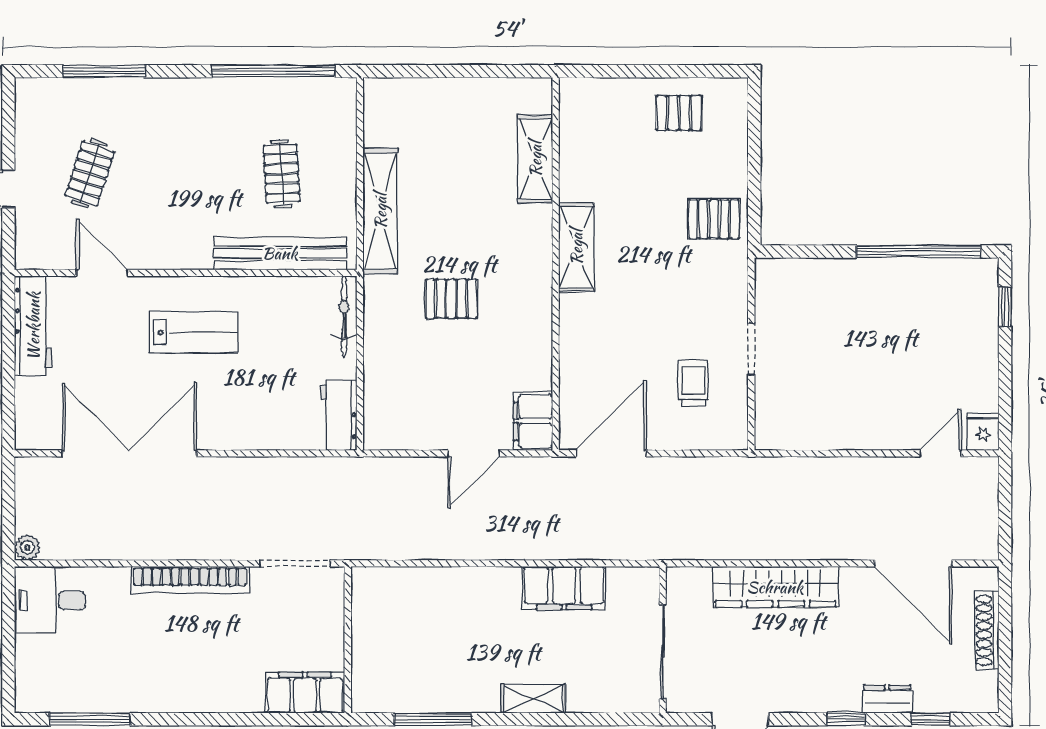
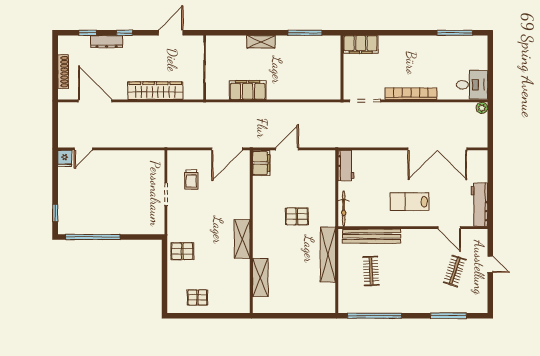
dresser: (887, 699) -> (107, 42), width x1.44

